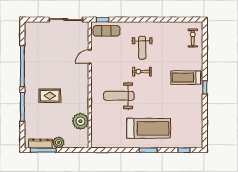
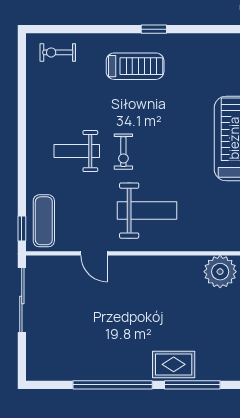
weight bench: (142, 48) -> (77, 151), turned 180
treadmill: (186, 78) -> (135, 66), turned -90
rug: (50, 96) -> (174, 364), moved, turned 90
weight bench: (119, 96) -> (147, 211), moved, turned -90

